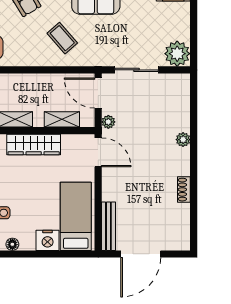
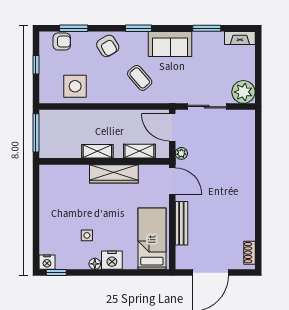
plant: (183, 140) -> (249, 169), removed
shoe rack: (184, 190) -> (249, 253), moved
bench: (108, 226) -> (181, 223), moved
nightstand: (48, 240) -> (112, 260), moved

